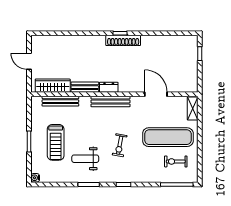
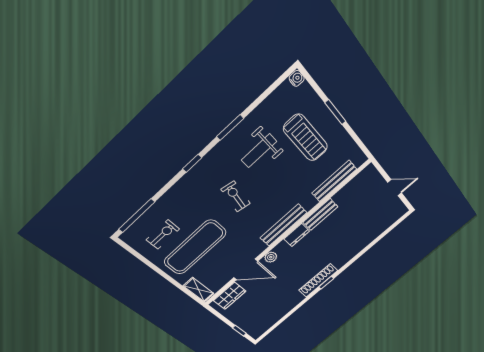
wardrobe: (53, 86) -> (230, 296), moved, width x0.67
plant: (135, 88) -> (271, 257), added
treadmill: (56, 142) -> (306, 138), turned 180
weight bench: (85, 159) -> (259, 151), turned 180

